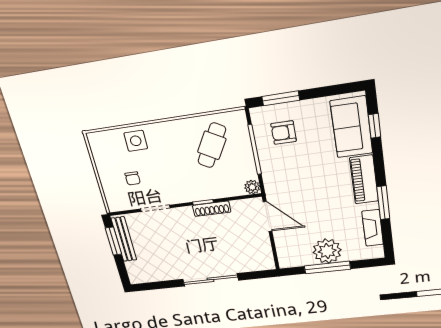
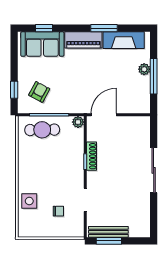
window: (281, 98) -> (14, 90), width x0.67
armchair: (284, 133) -> (39, 92), turned -152
cafe table: (212, 145) -> (42, 130), moved, turned -31
fireplace: (373, 228) -> (124, 40), width x1.37, depth x1.32
plant: (327, 251) -> (144, 69), width x0.53, depth x0.53

